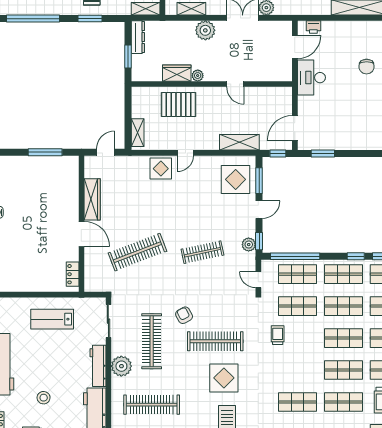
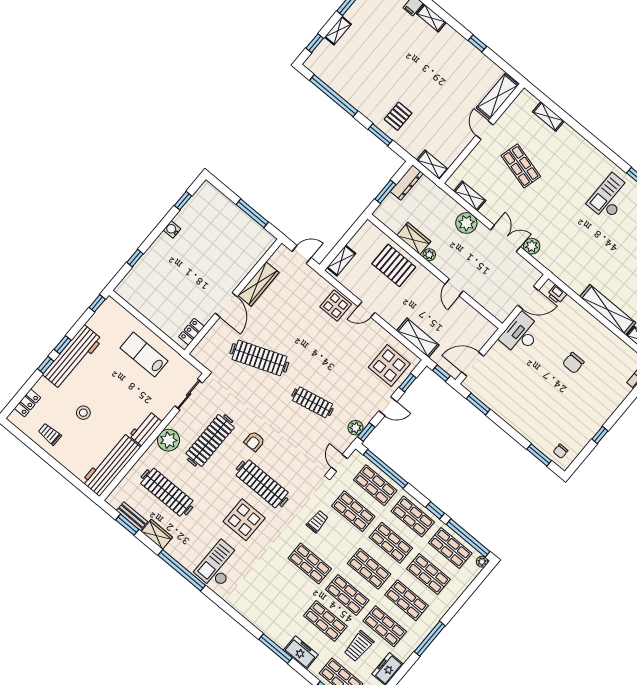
window: (259, 181) -> (408, 383), width x0.67
armchair: (184, 315) -> (254, 441), turned -152
workbench: (98, 366) -> (146, 429), width x0.73
shop shelf: (298, 402) -> (310, 564), moved

